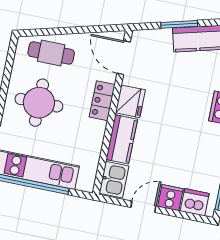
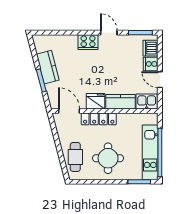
door: (124, 58) -> (69, 111), swing flipped
locker: (102, 101) -> (99, 119), width x1.53

